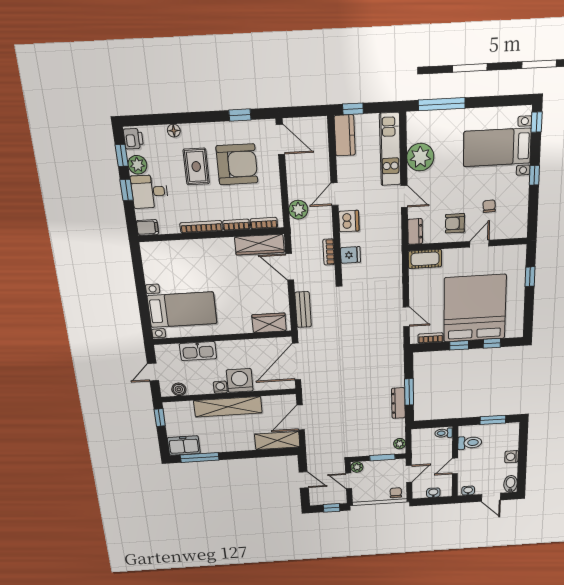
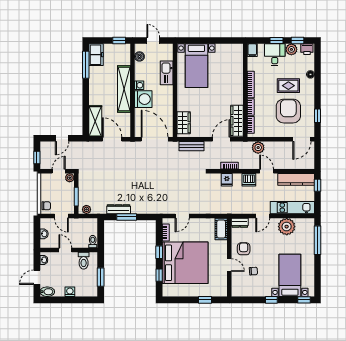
kitchen counter: (345, 135) -> (296, 179), width x1.50
armchair: (237, 164) -> (288, 111), turned 180

